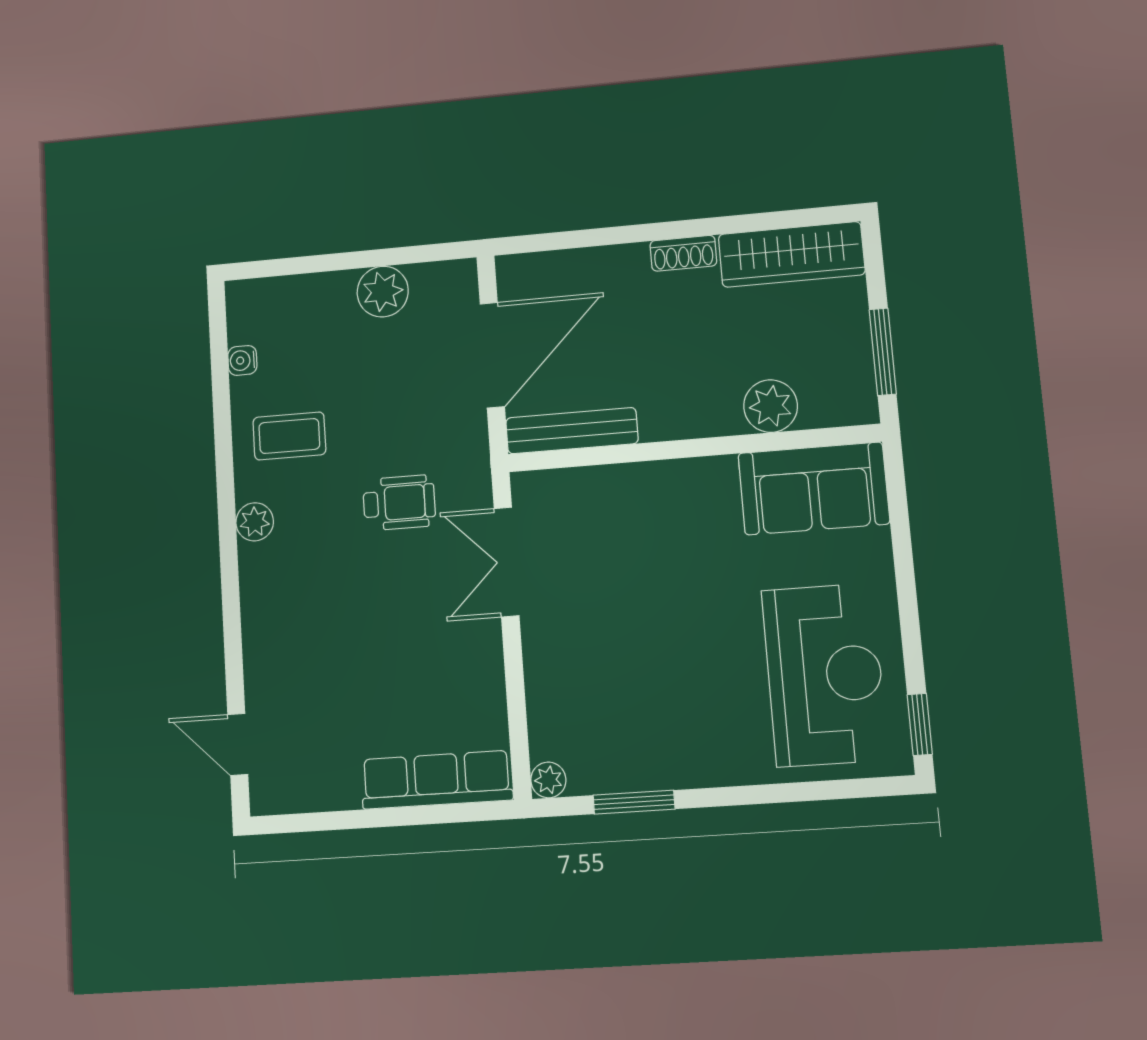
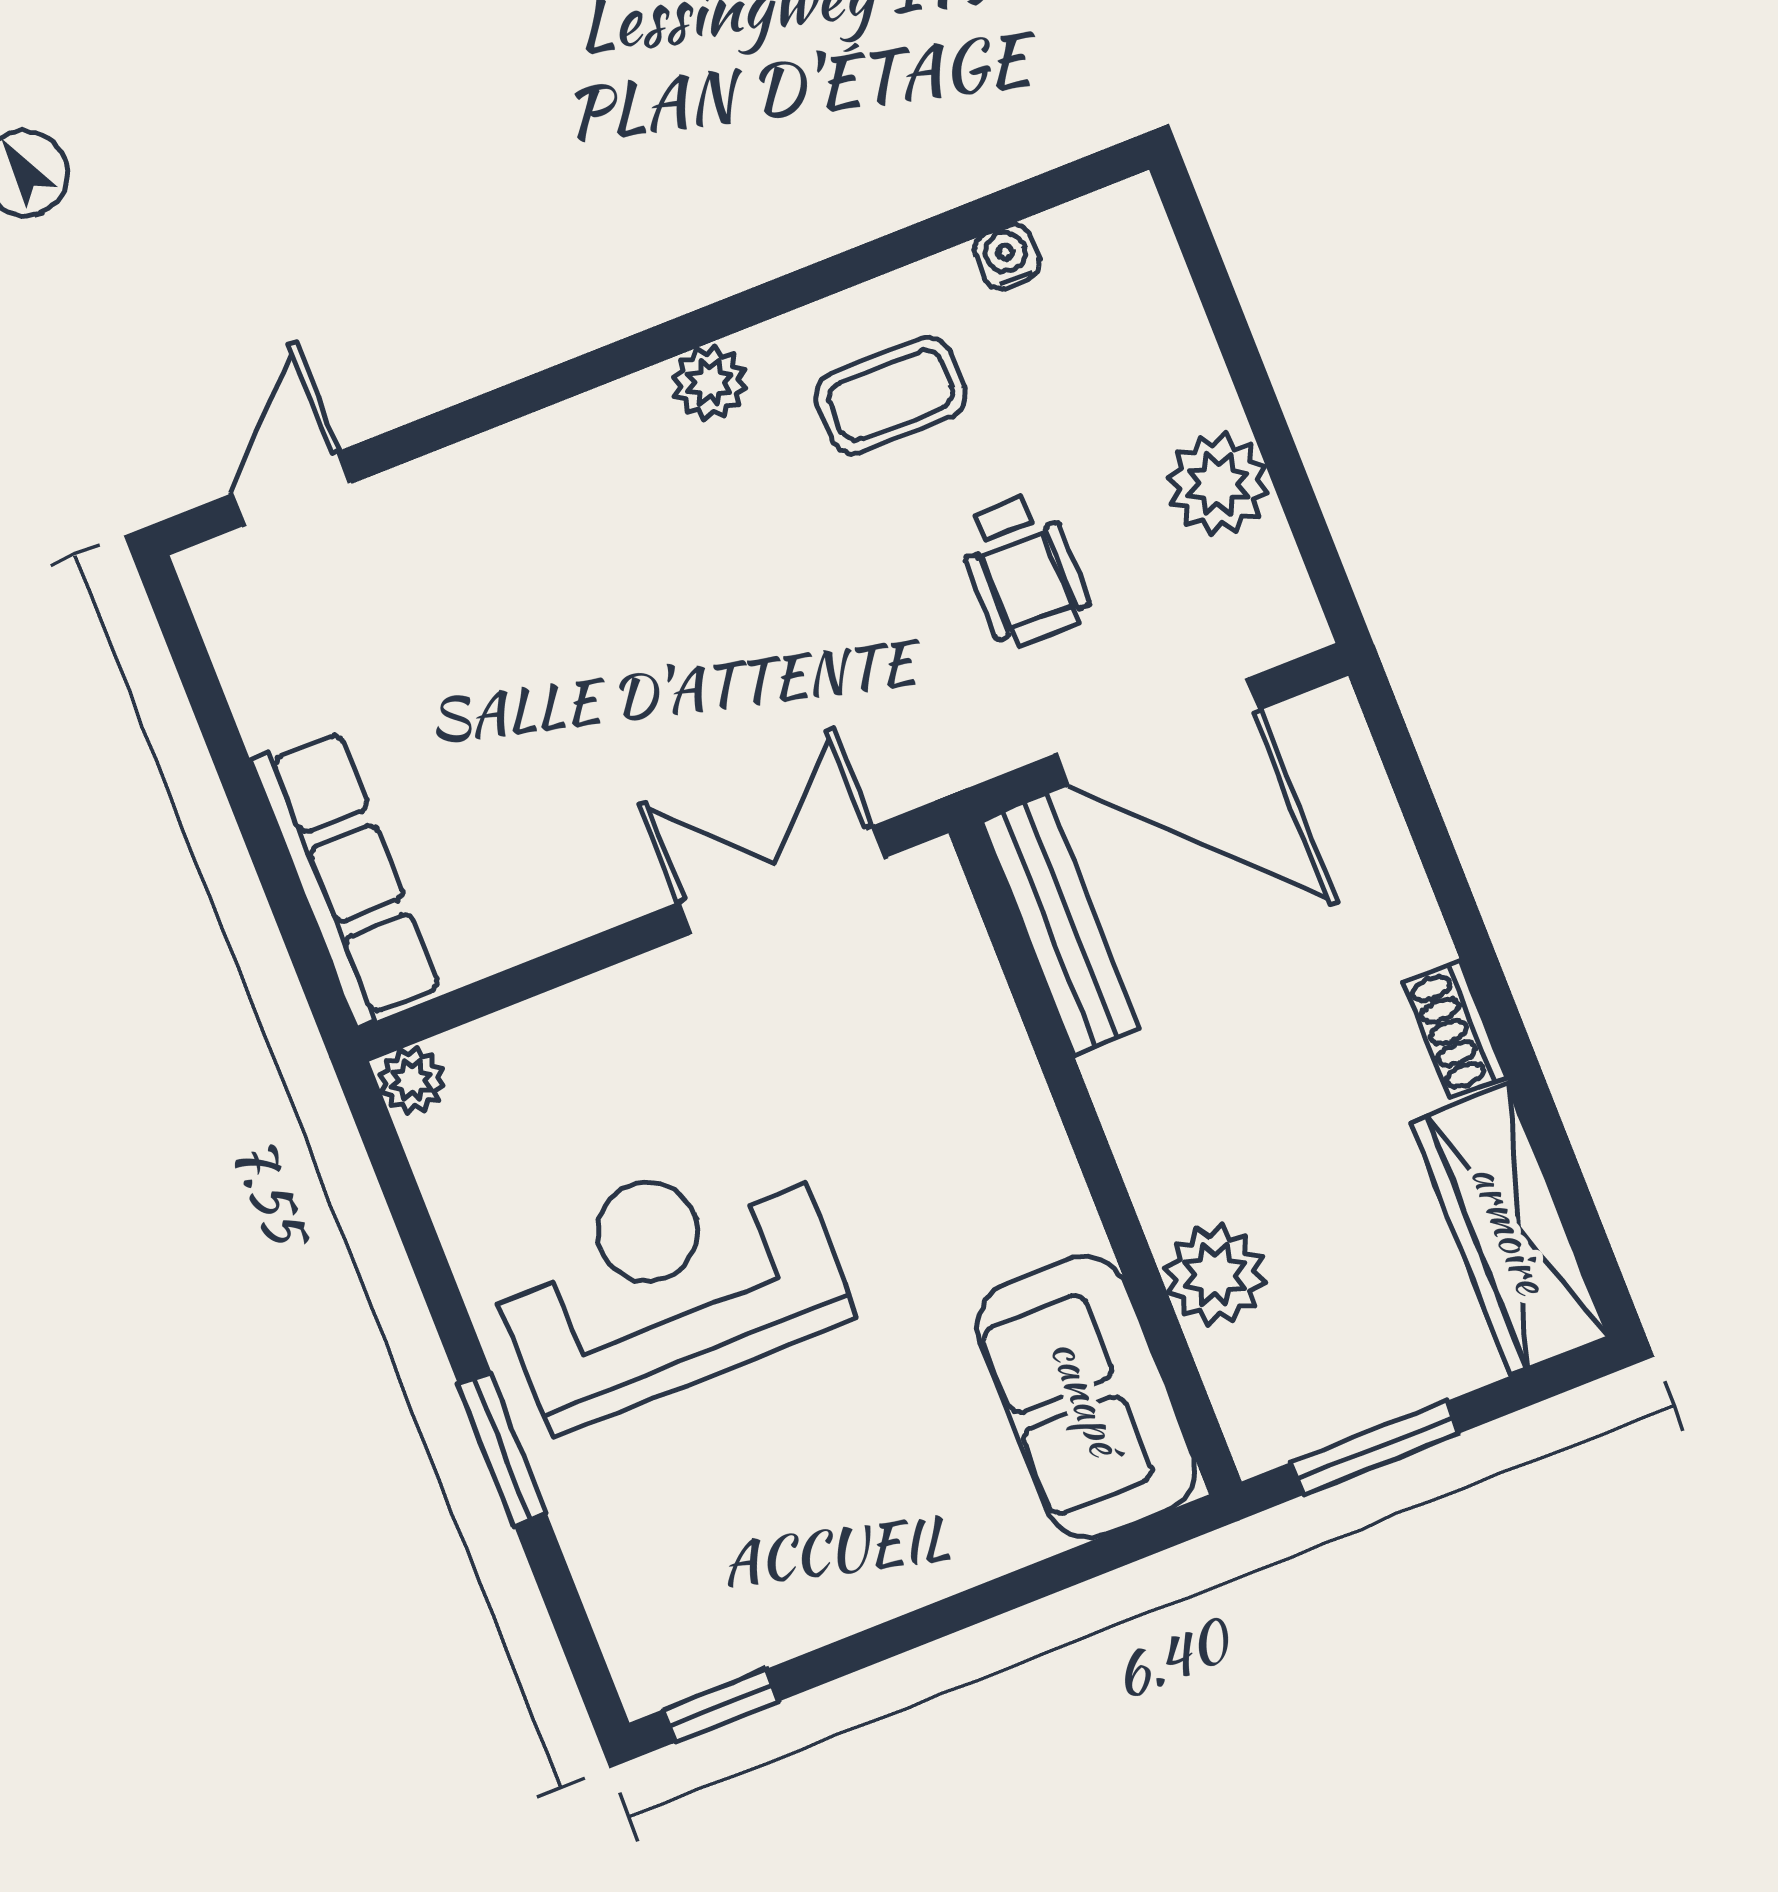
coffee table: (289, 436) -> (891, 395), turned 90
wheelchair: (399, 503) -> (1023, 570), moved
reception desk: (825, 675) -> (667, 1282), moved, turned 180
window: (634, 802) -> (503, 1449), moved

